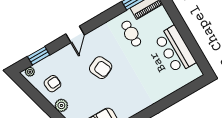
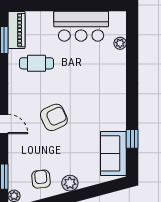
plant: (179, 84) -> (120, 43), added

